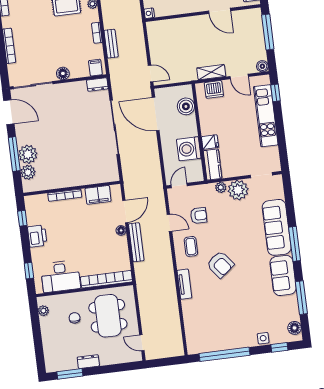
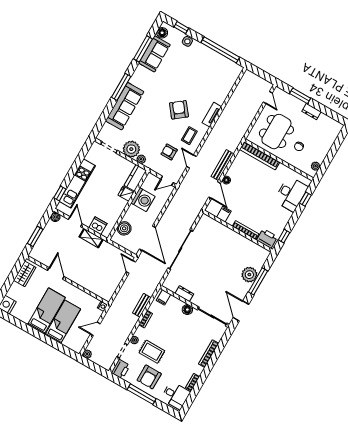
window: (268, 32) -> (35, 236), width x0.69
dresser: (97, 84) -> (184, 294), moved
plant: (28, 172) -> (258, 263), removed
filing cabinet: (98, 195) -> (224, 214), width x0.50
door: (125, 212) -> (214, 190), swing flipped
printer: (37, 236) -> (267, 239), moved, turned 90
sofa: (283, 275) -> (154, 54), moved
desk: (60, 276) -> (291, 194), moved, turned 90
window: (70, 374) -> (300, 96), moved

